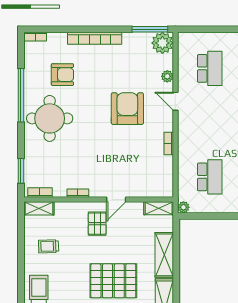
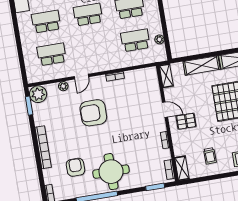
window: (150, 29) -> (29, 106), width x0.69
plant: (183, 207) -> (159, 39), moved

